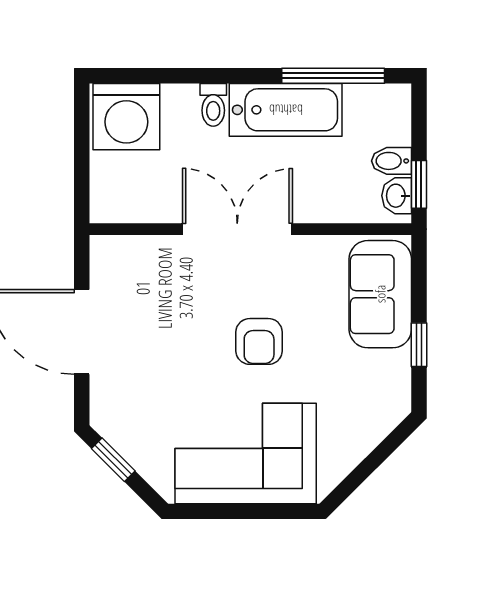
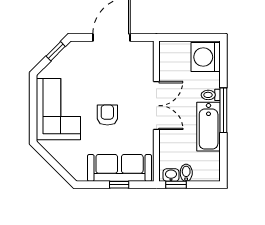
window: (333, 76) -> (223, 110), moved
sofa: (380, 294) -> (120, 168), width x1.36
armchair: (259, 341) -> (107, 115), turned 90
window: (419, 345) -> (119, 185), moved

